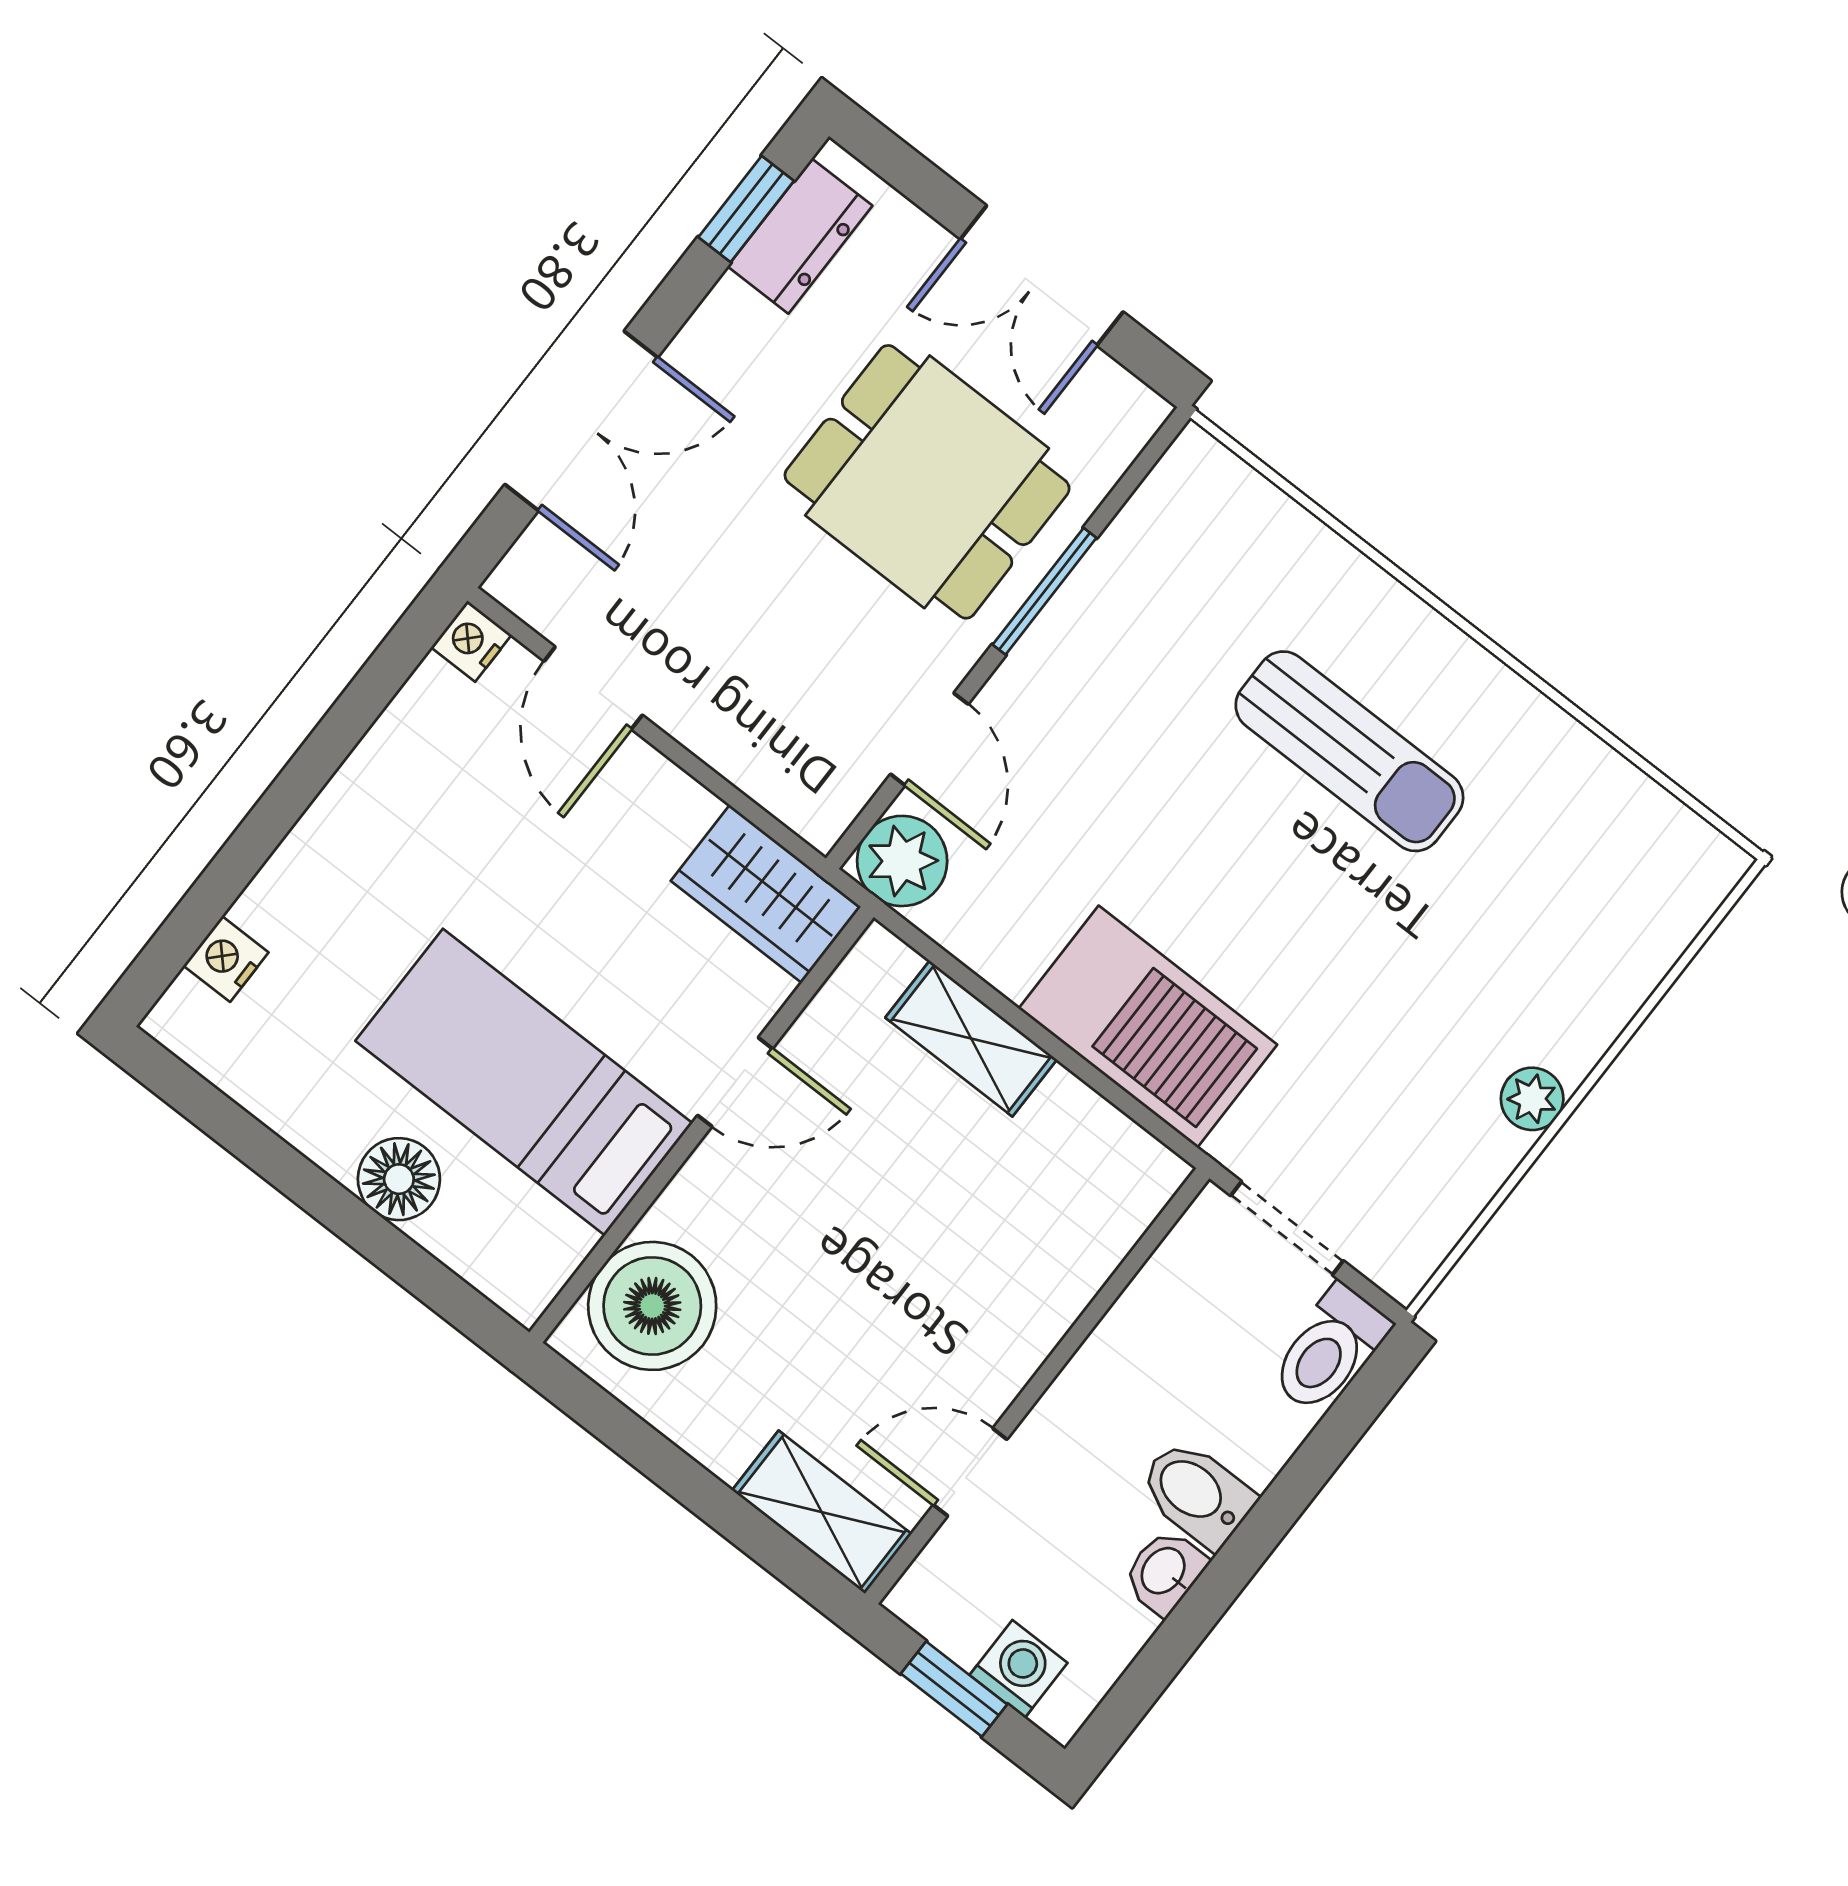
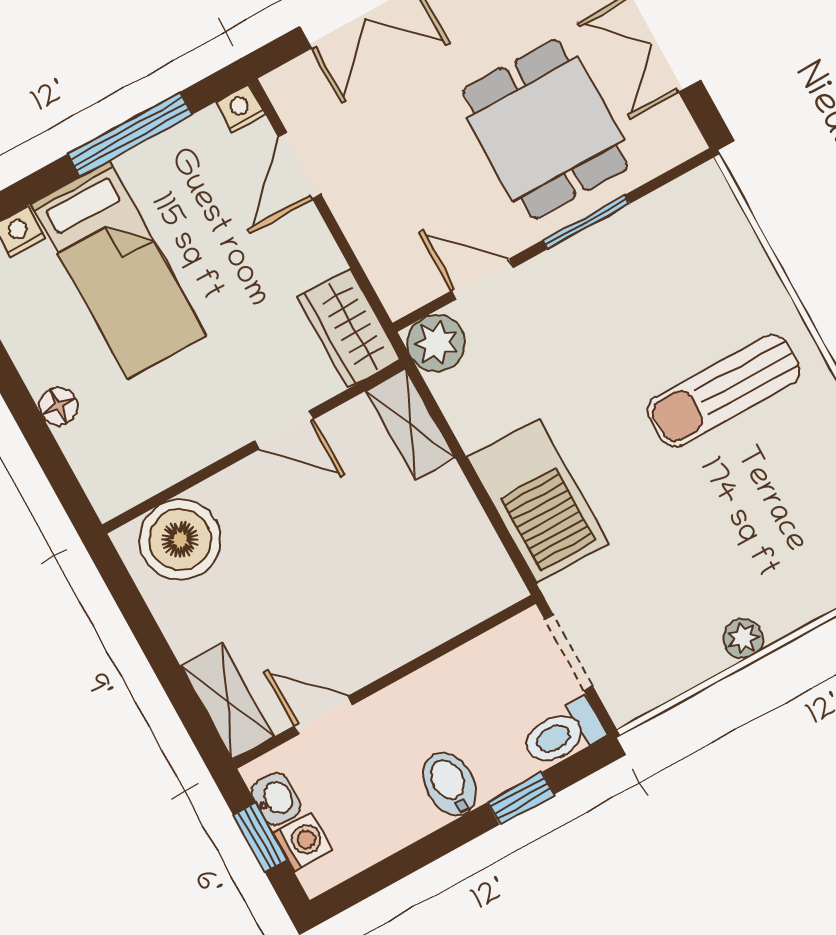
door: (929, 739) -> (482, 279), swing flipped
window: (327, 748) -> (130, 134), added
sun lounger: (1349, 751) -> (723, 391), turned 90
shelving: (971, 1039) -> (410, 424), moved
bed: (524, 1082) -> (119, 270), moved, turned 180
floor lamp: (399, 1179) -> (58, 406), width x0.73, depth x0.73
window: (1309, 1470) -> (521, 798), added
washbasin: (1165, 1572) -> (276, 799), moved, turned 90

